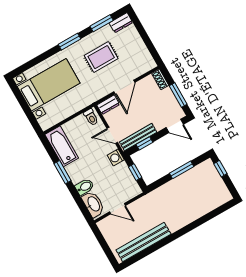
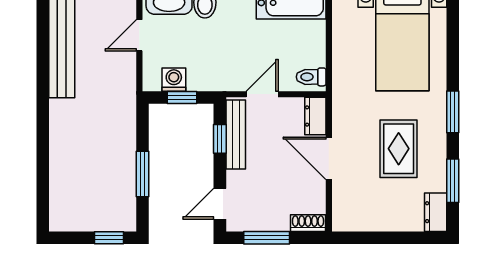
washing machine: (116, 157) -> (174, 80), moved

